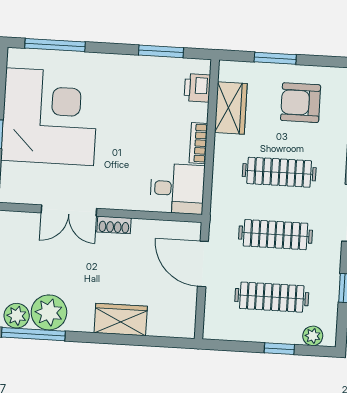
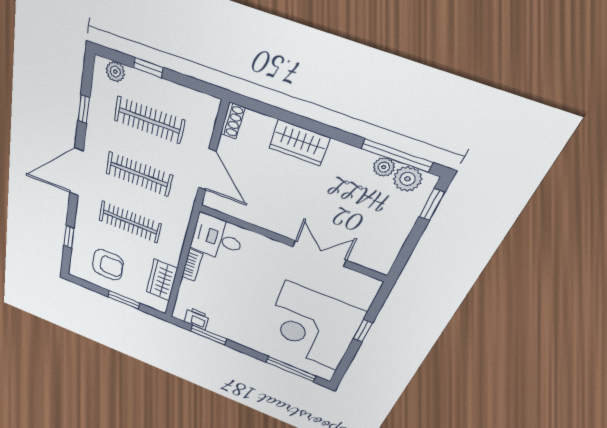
printer: (197, 88) -> (197, 319), moved, turned -90
shoe rack: (114, 225) -> (233, 121), moved, turned 90
plant: (49, 312) -> (384, 167), width x0.53, depth x0.53

